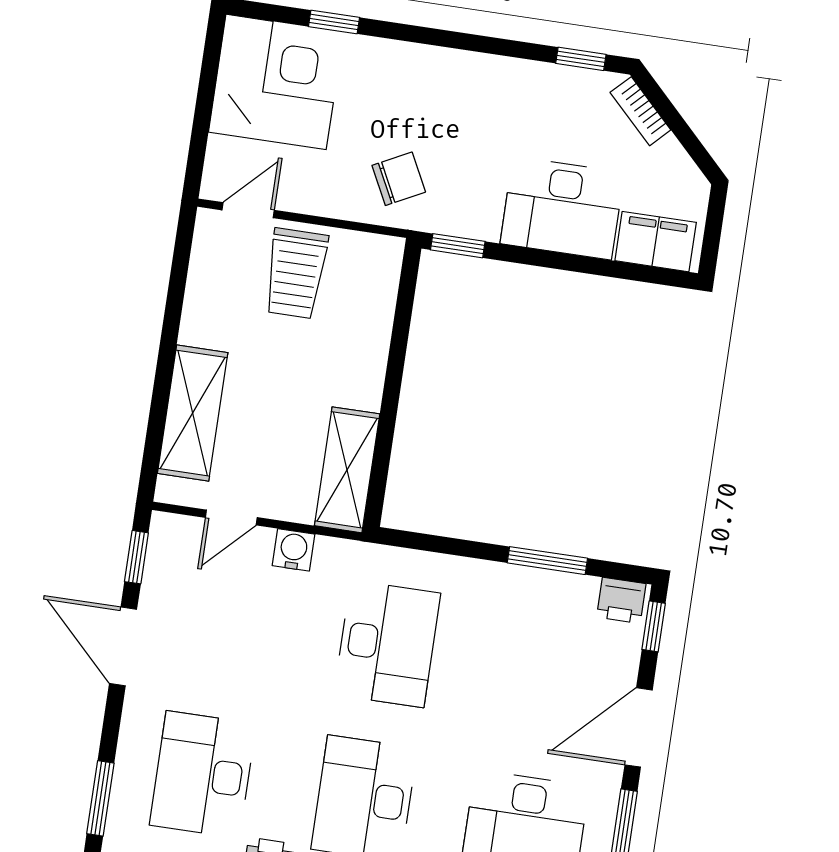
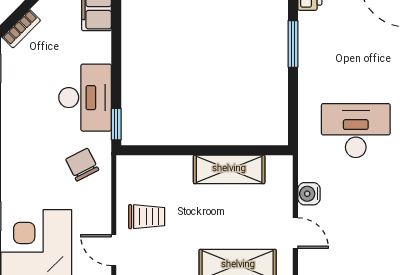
desk: (562, 208) -> (85, 98), moved
trolley: (296, 273) -> (147, 217), width x0.73, depth x0.72
shelving: (347, 470) -> (229, 169), moved

